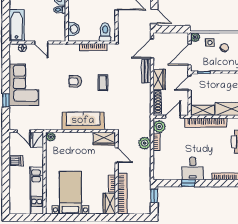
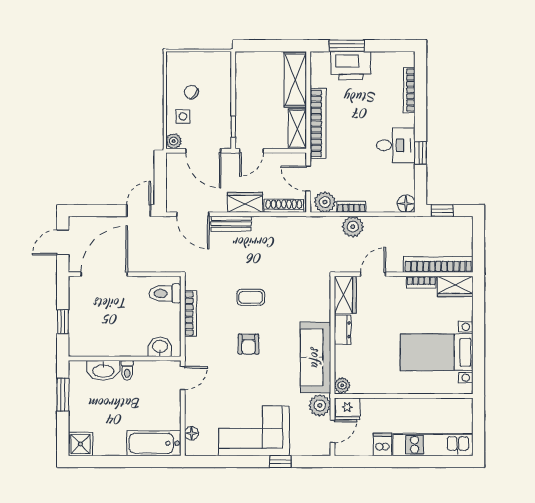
door: (41, 42) -> (183, 378), moved
door: (190, 83) -> (251, 151), hinge flipped
sofa: (83, 121) -> (316, 357), moved
plant: (39, 124) -> (320, 405), added
dresser: (84, 137) -> (343, 330), added
floor lamp: (158, 175) -> (406, 204), added
kitchen unit: (37, 190) -> (433, 445), moved, turned 180

